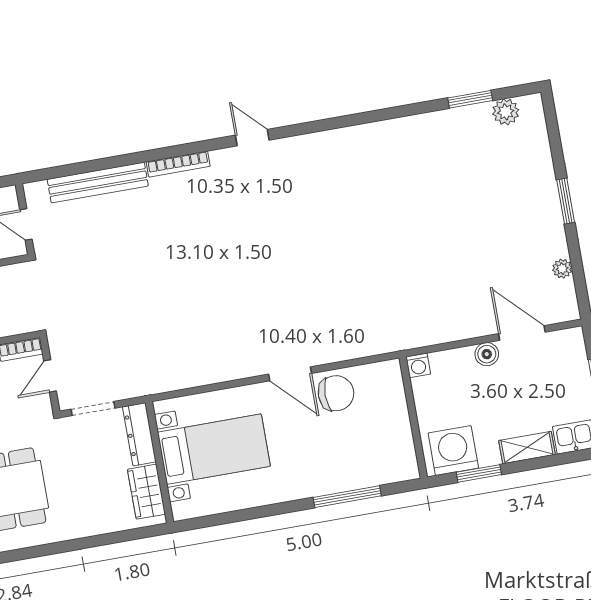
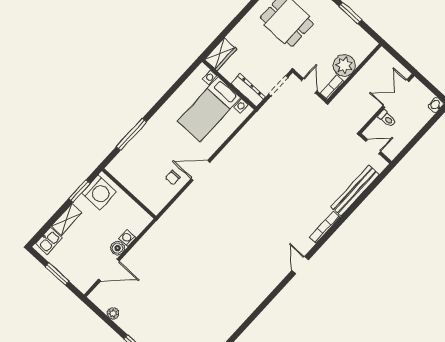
door: (252, 138) -> (300, 265), swing flipped
washing machine: (418, 365) -> (127, 238), moved
chair: (336, 393) -> (173, 178), width x0.54, depth x0.54
wardrobe: (147, 492) -> (221, 54), moved, turned 90

